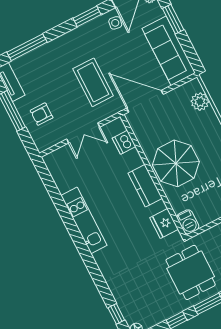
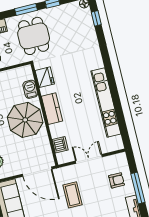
coffee table: (93, 82) -> (73, 195), width x0.73, depth x0.76
kitchen unit: (84, 220) -> (106, 103), width x1.36
barbecue: (188, 222) -> (30, 89), moved

